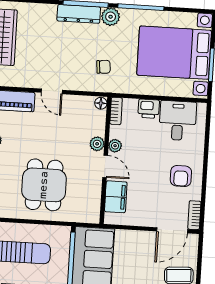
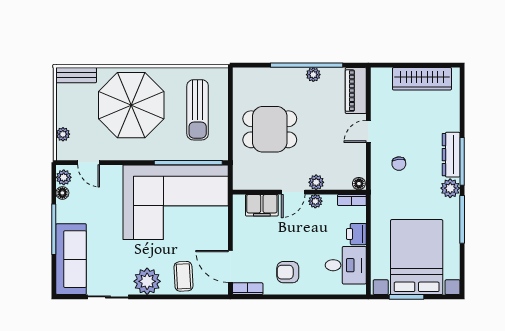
chair: (103, 67) -> (399, 164), moved

